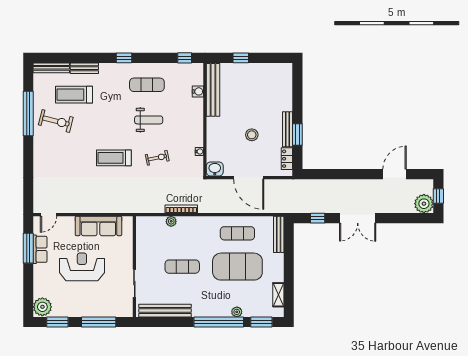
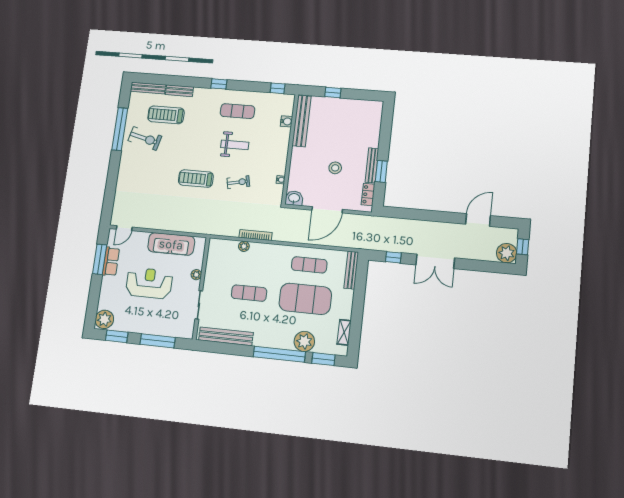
door: (249, 178) -> (327, 210), hinge flipped
plant: (128, 254) -> (196, 275), added
plant: (237, 312) -> (304, 341), width x1.87, depth x1.87

